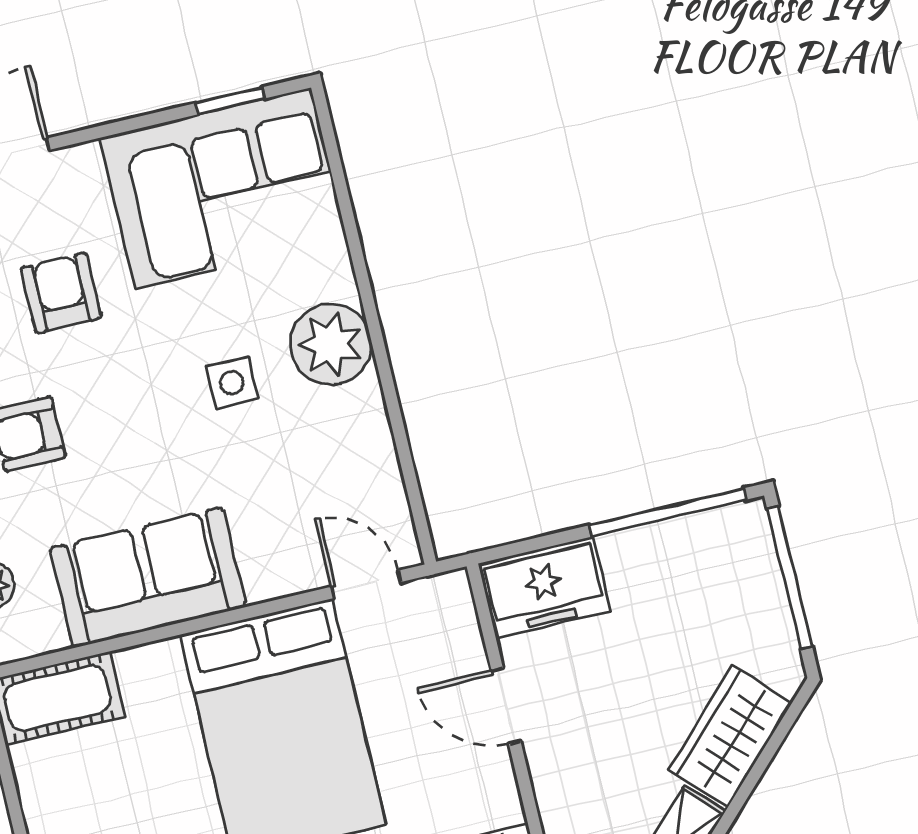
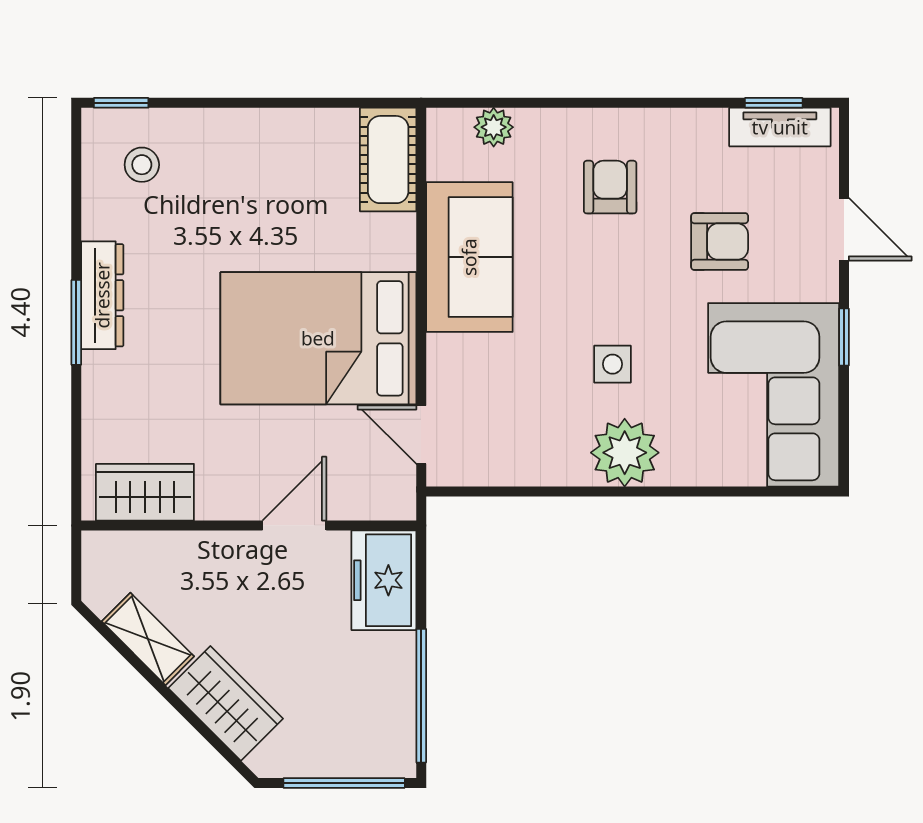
window: (230, 101) -> (844, 337), moved
door: (366, 584) -> (421, 435), swing flipped

